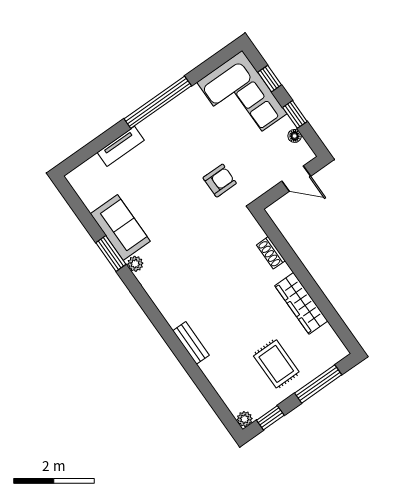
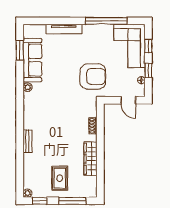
window: (158, 102) -> (106, 21), moved
tv unit: (121, 146) -> (64, 29), width x1.41
armchair: (220, 181) -> (93, 76), width x1.88, depth x1.88
sofa: (120, 227) -> (32, 60), width x1.36
window: (111, 254) -> (20, 50), moved

